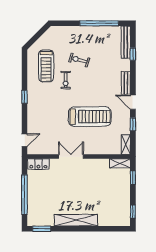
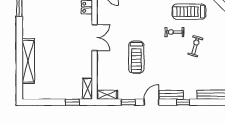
window: (133, 54) -> (183, 102), moved
treadmill: (90, 117) -> (136, 57), width x0.73, depth x0.73
window: (133, 211) -> (37, 102), removed
shelving: (76, 220) -> (28, 61), moved

